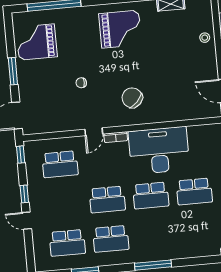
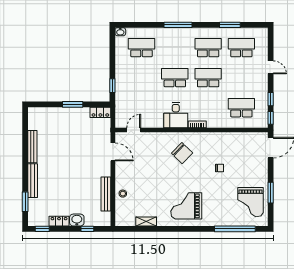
grand piano: (37, 42) -> (251, 202), turned 90
window: (13, 71) -> (271, 193), moved
door: (94, 132) -> (134, 130), moved
desk: (159, 150) -> (176, 115), width x0.53, depth x0.77
school desk: (194, 191) -> (142, 48), moved
window: (24, 194) -> (271, 99), moved

